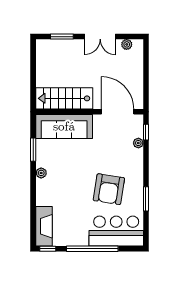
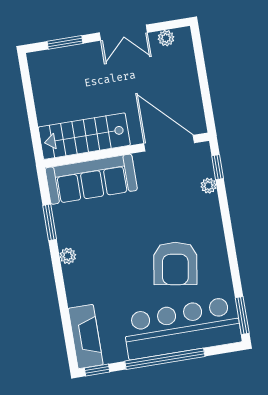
window: (146, 199) -> (242, 316), moved
bar counter: (116, 231) -> (182, 328), width x1.36

